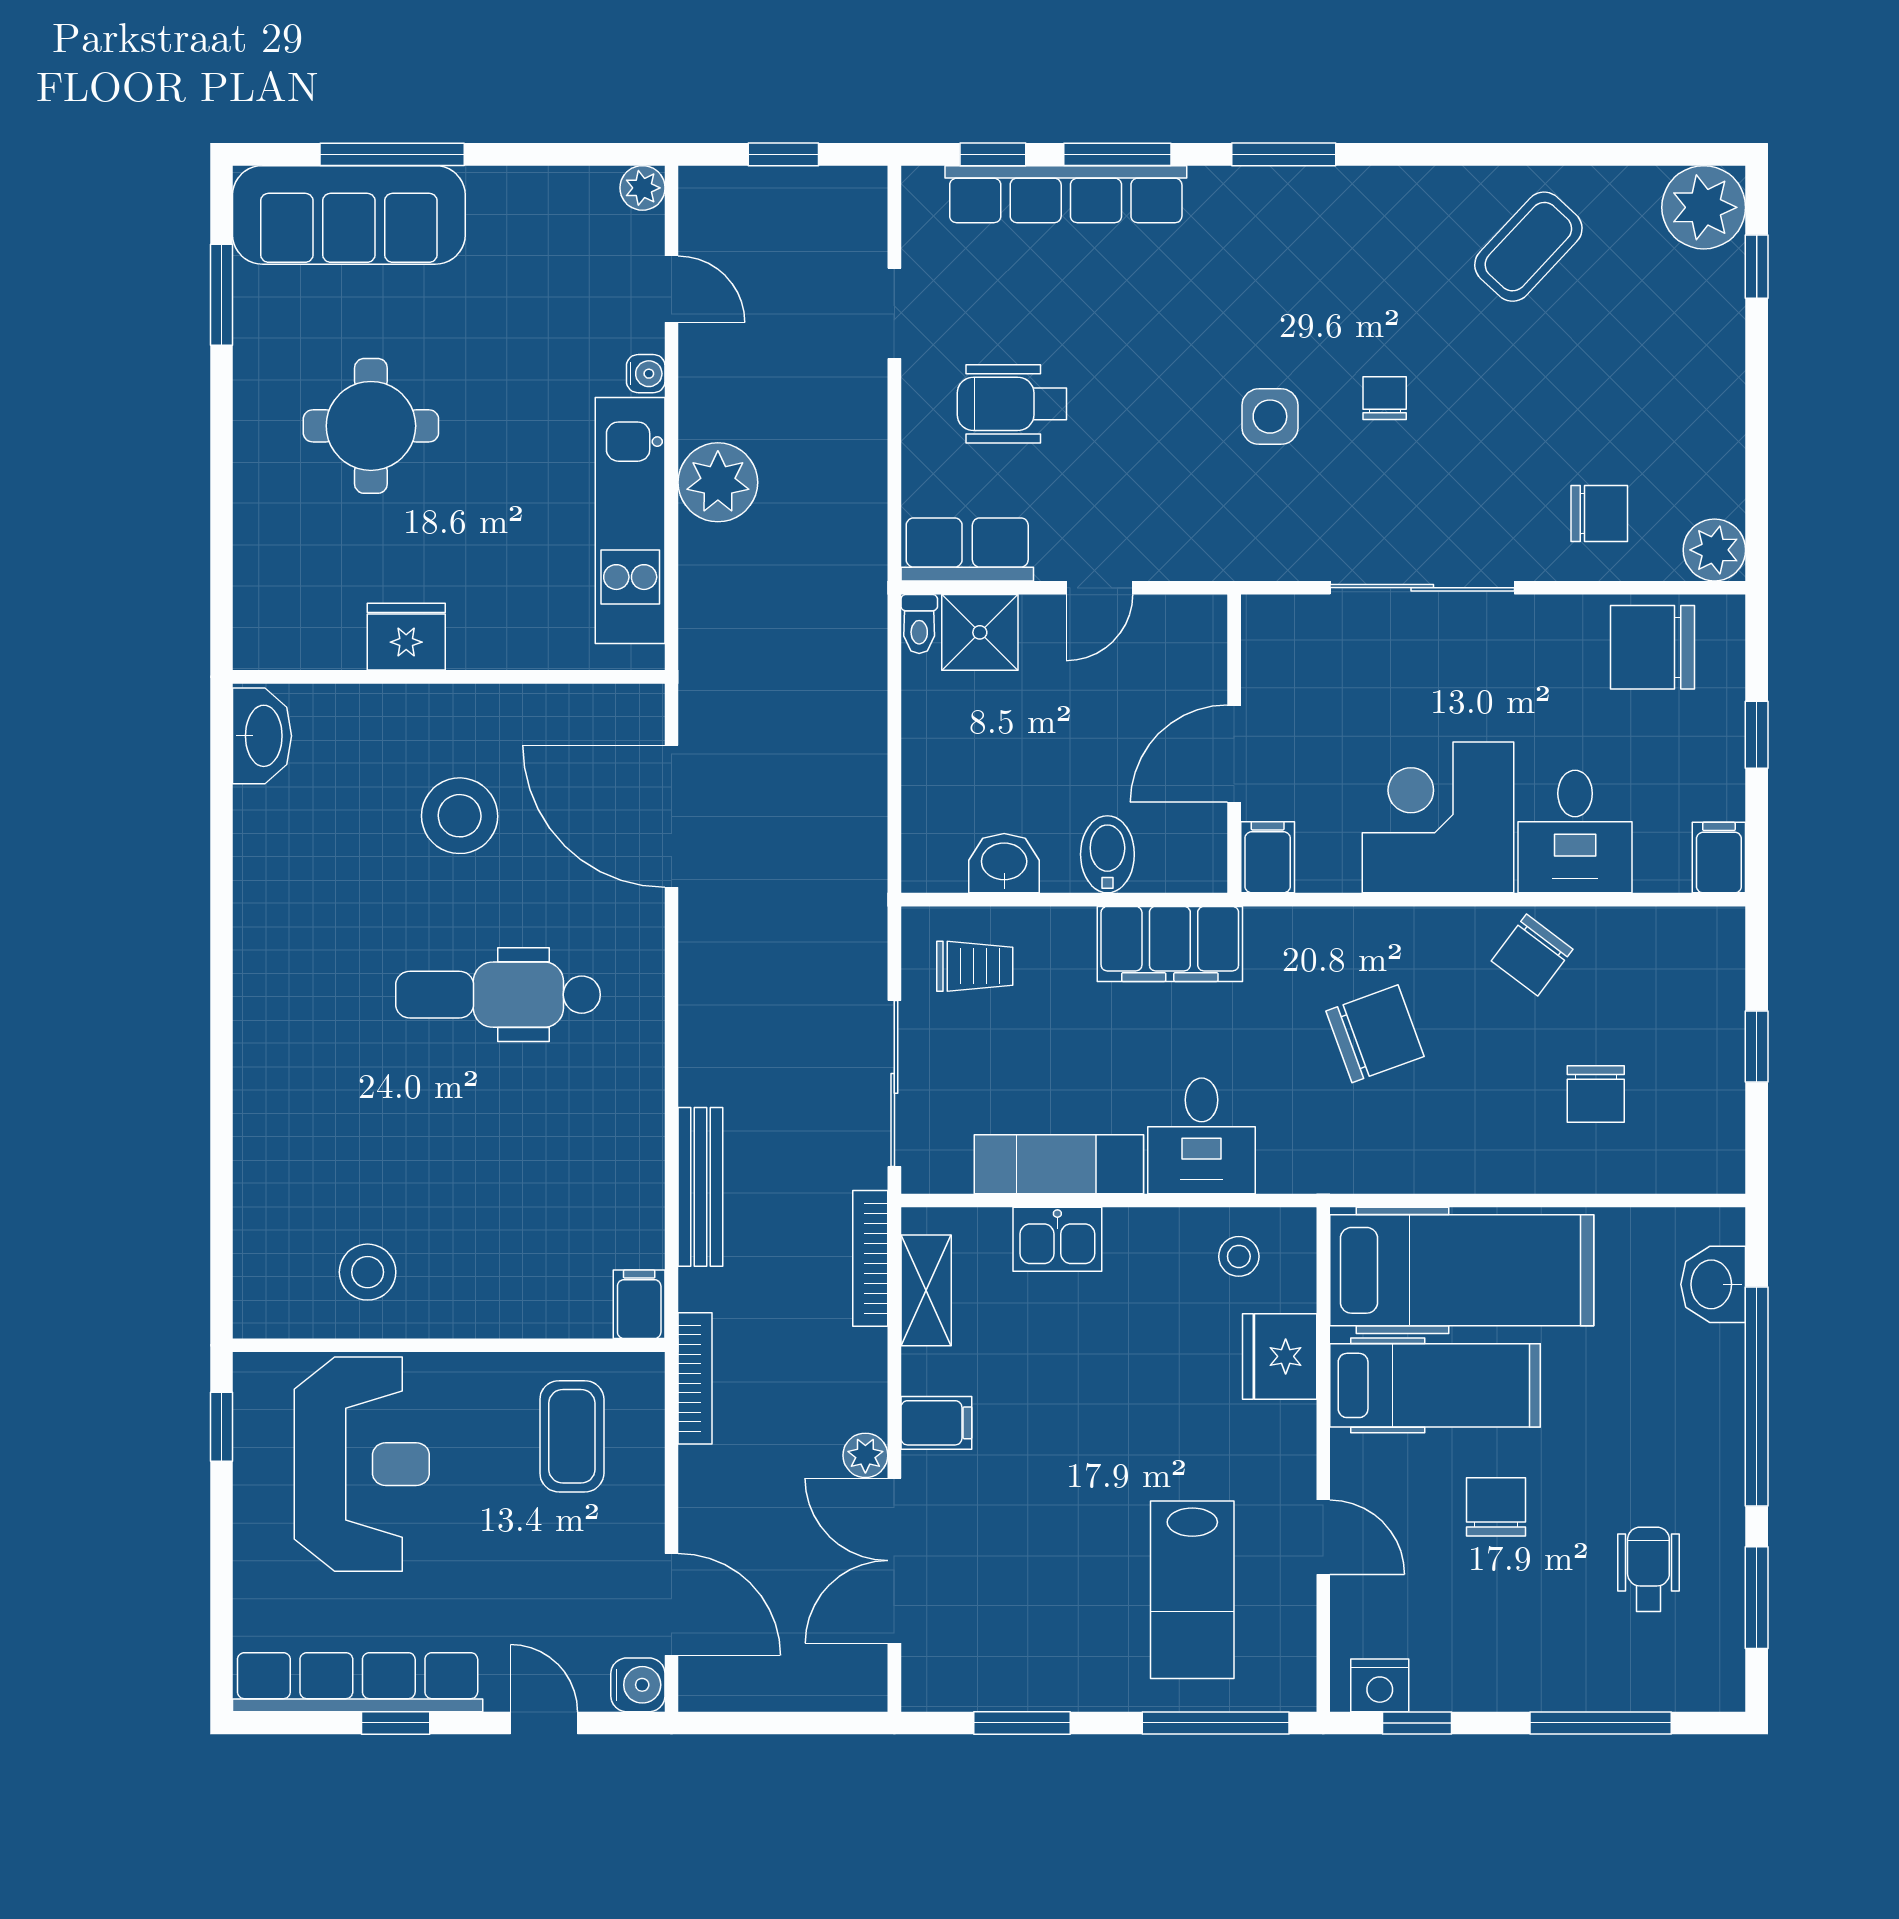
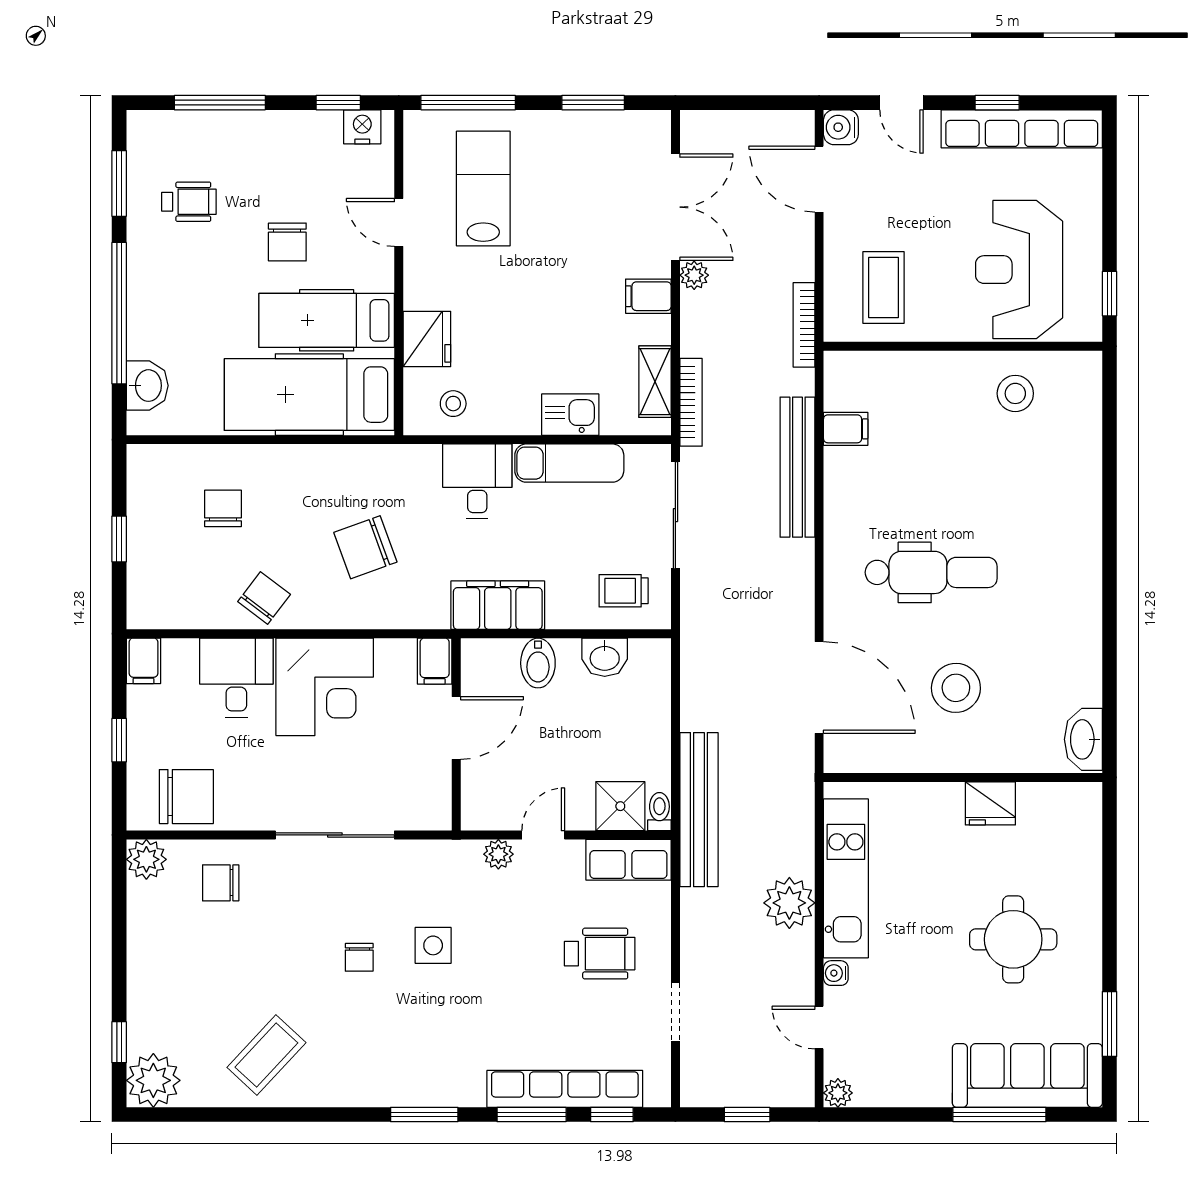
plant: (1169, 558) -> (498, 854), added
bench: (858, 627) -> (699, 810), added
bench: (700, 1187) -> (797, 467), width x1.37, depth x1.21
filing cabinet: (639, 1304) -> (846, 429), moved, turned -90
wheelchair: (1648, 1569) -> (189, 202), turned -90

